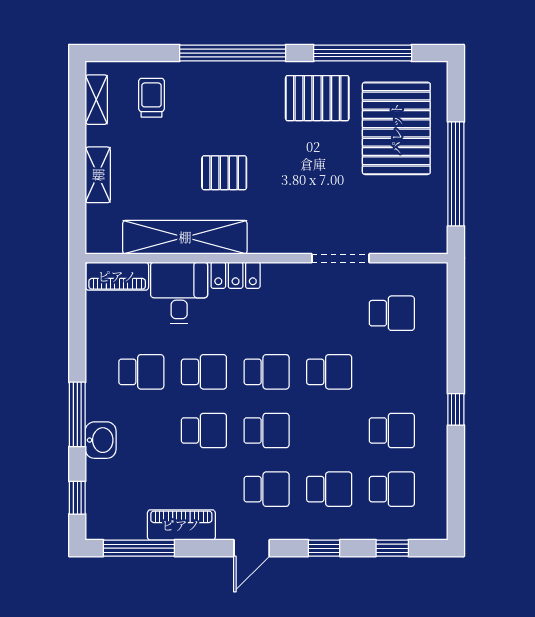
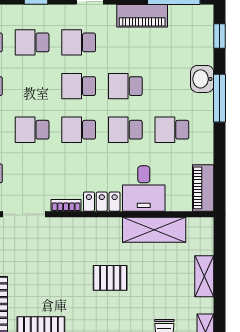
shelving: (185, 237) -> (154, 230), width x0.68
bookcase: (284, 270) -> (66, 205), added
piano: (117, 276) -> (203, 188), moved, turned -90

